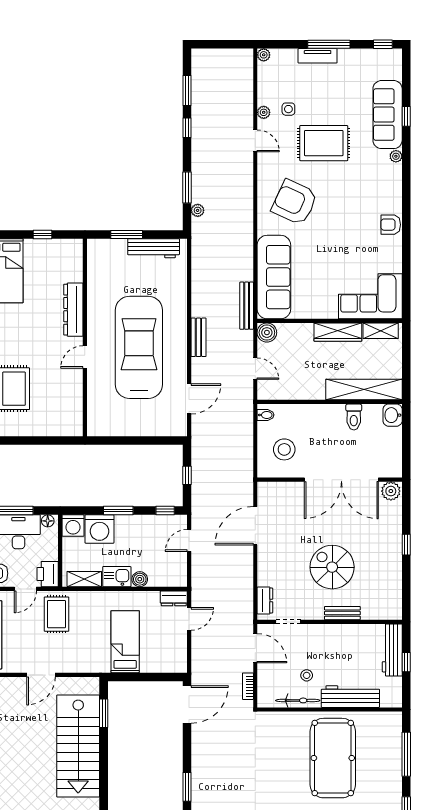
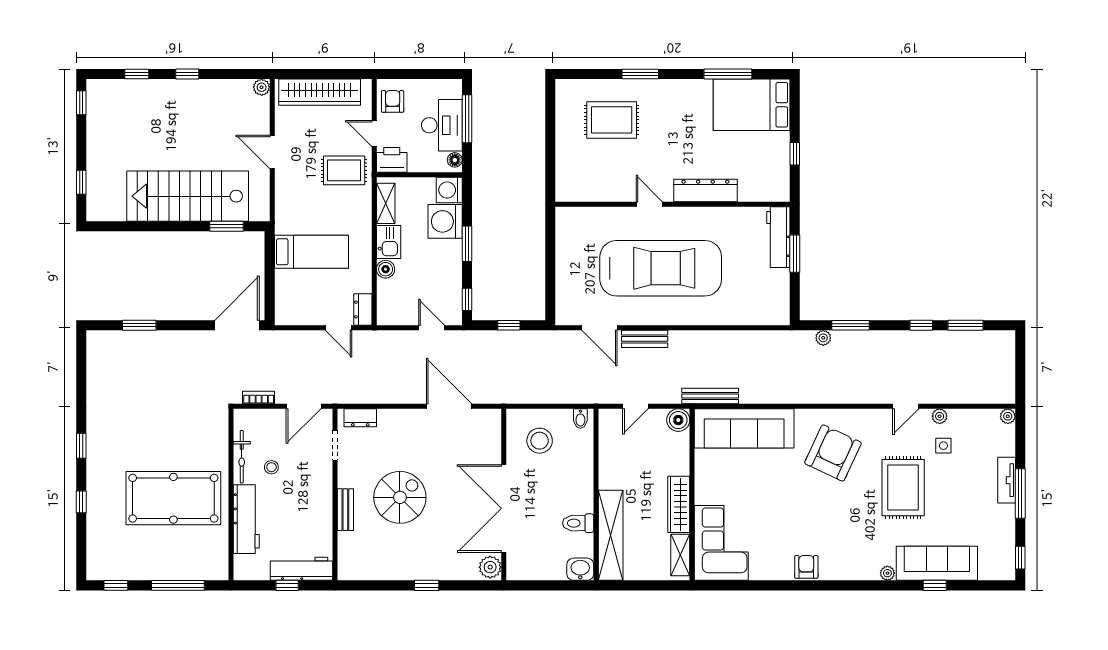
workbench: (154, 248) -> (778, 237), moved
bench: (198, 337) -> (645, 339), moved
door: (187, 704) -> (237, 325), swing flipped

